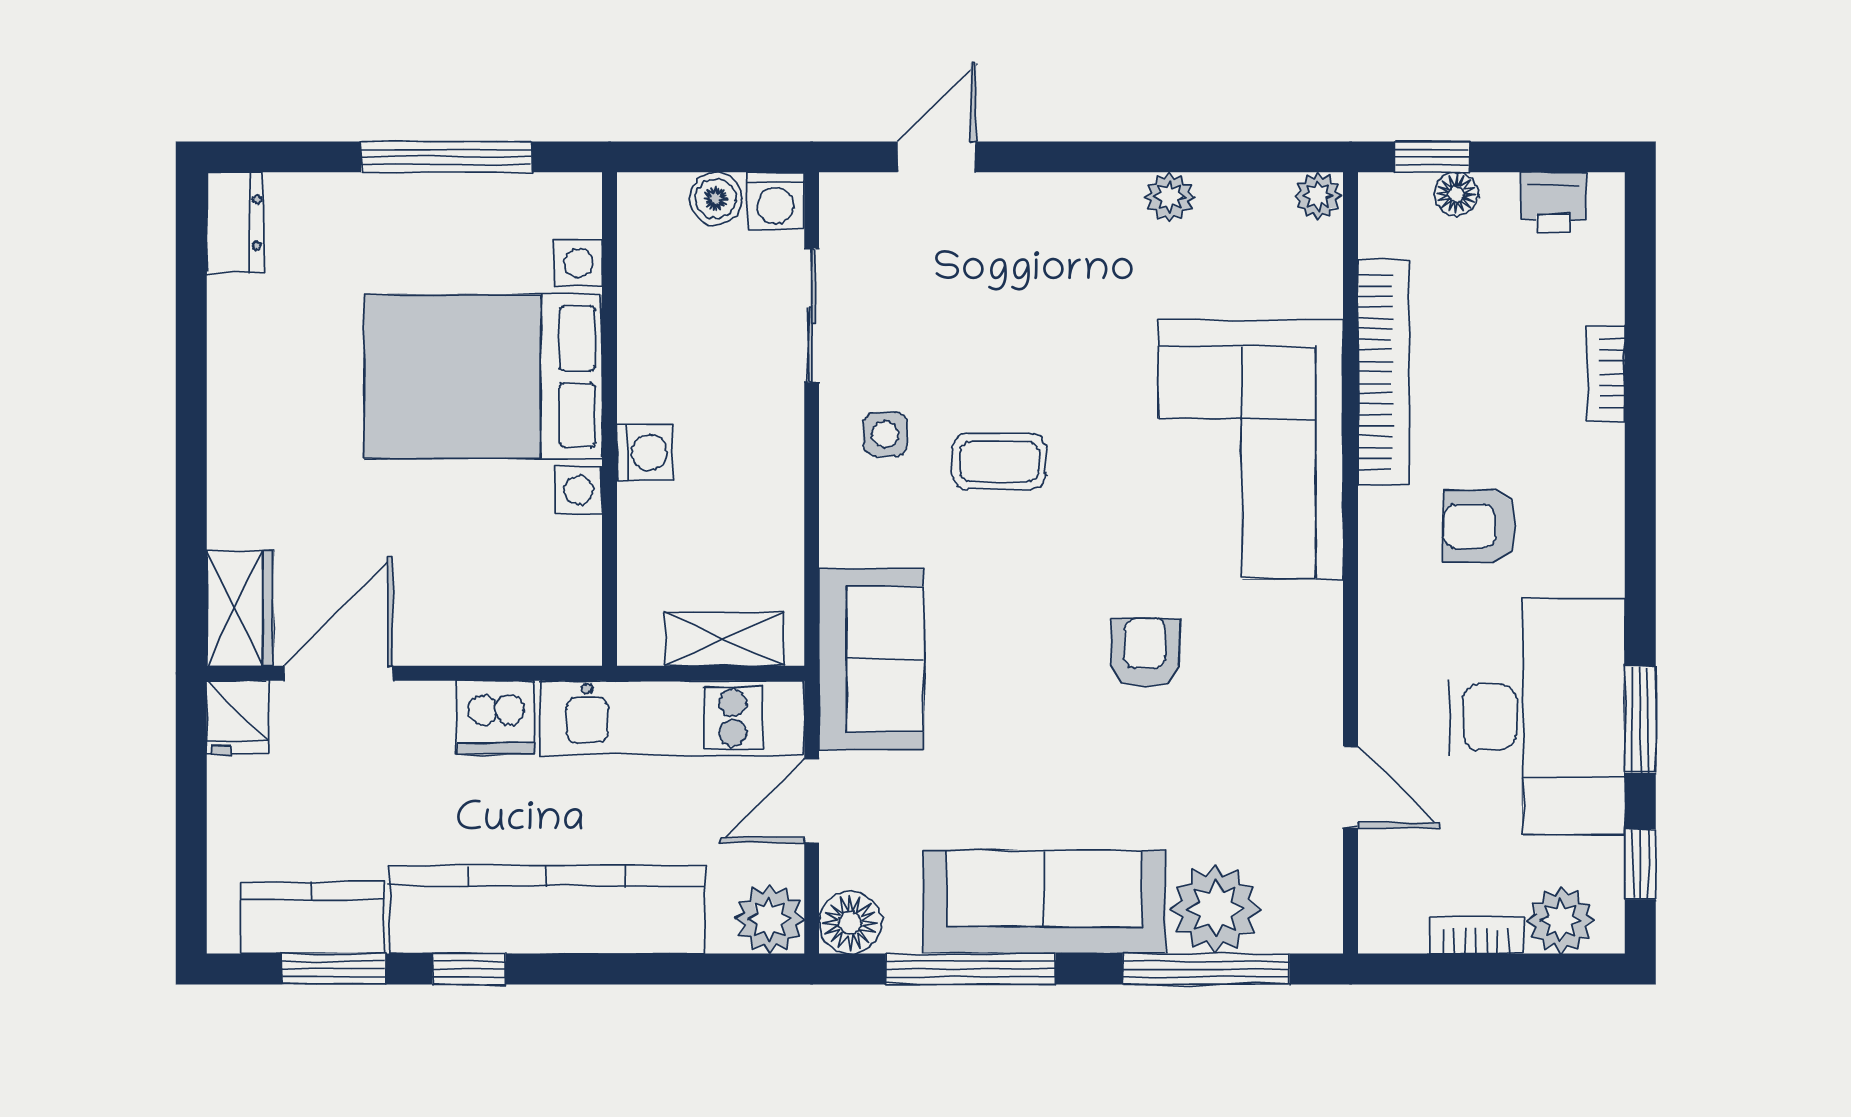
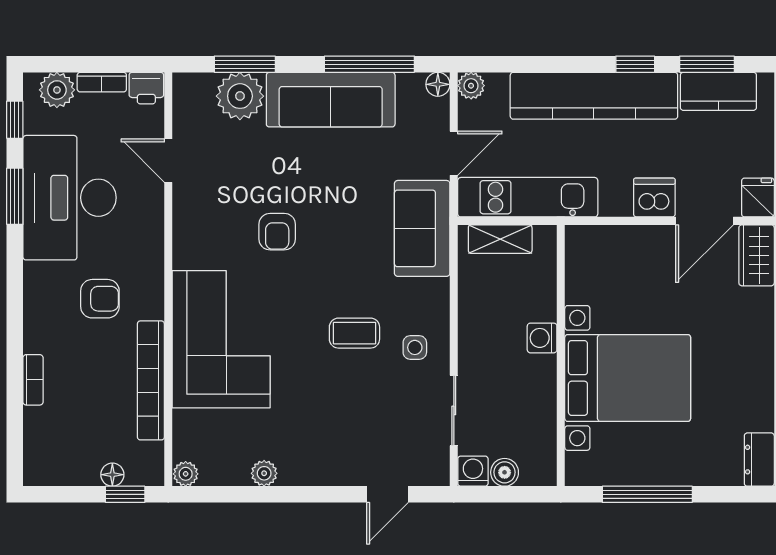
printer: (1553, 202) -> (146, 88), moved, turned 180
dishwasher: (496, 717) -> (654, 198), moved
plant: (770, 919) -> (471, 86), width x0.73, depth x0.73
floor lamp: (850, 923) -> (438, 84), width x0.73, depth x0.73
window: (1206, 969) -> (245, 64), width x0.69

